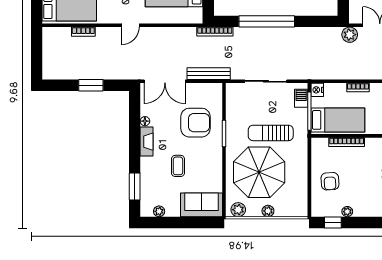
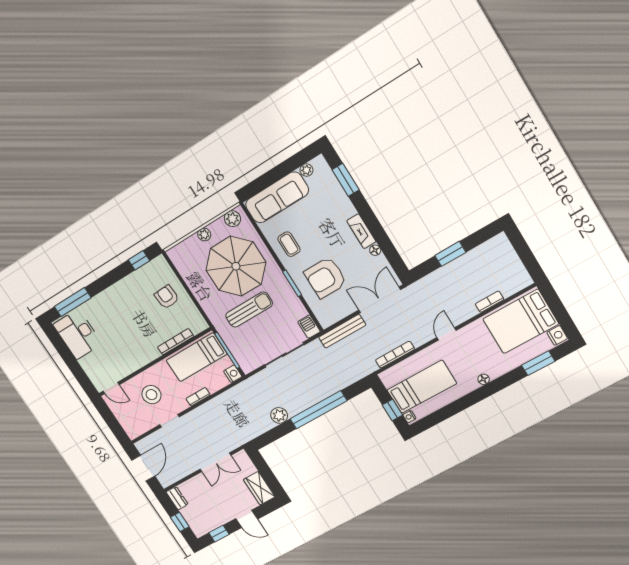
bookcase: (215, 32) -> (395, 355), moved
plant: (350, 35) -> (279, 415), moved
barbecue: (301, 98) -> (309, 327), moved, turned 180
coffee table: (178, 166) -> (289, 244), moved
sofa: (201, 205) -> (277, 197), width x1.36
plant: (347, 212) -> (133, 278), removed

